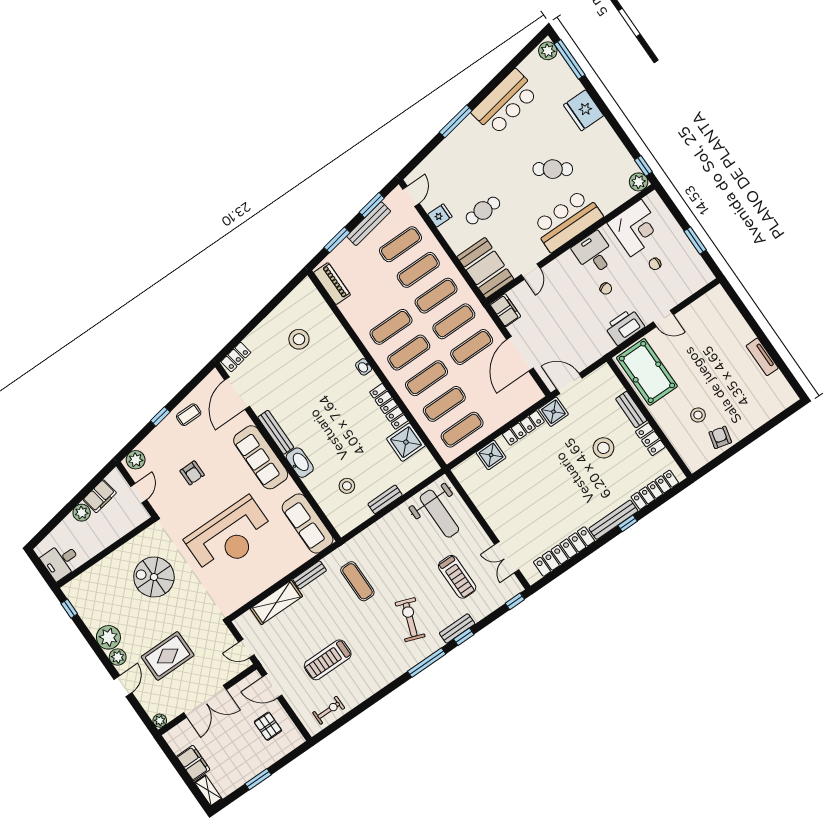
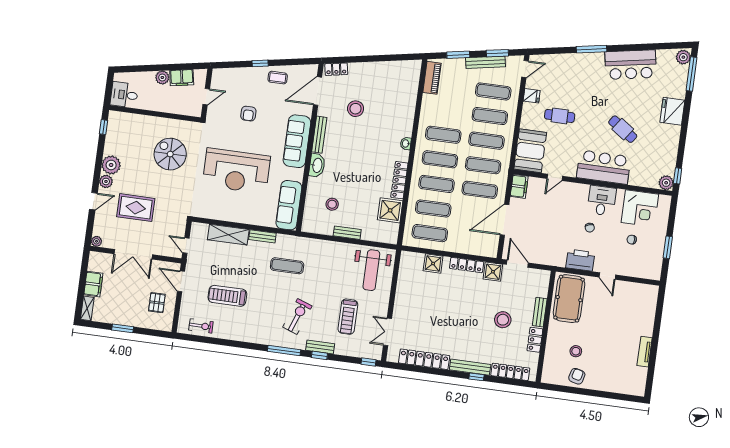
stool: (299, 339) -> (356, 109), moved
plant: (136, 460) -> (222, 76), removed
exercise mat: (357, 581) -> (287, 266), turned 90

